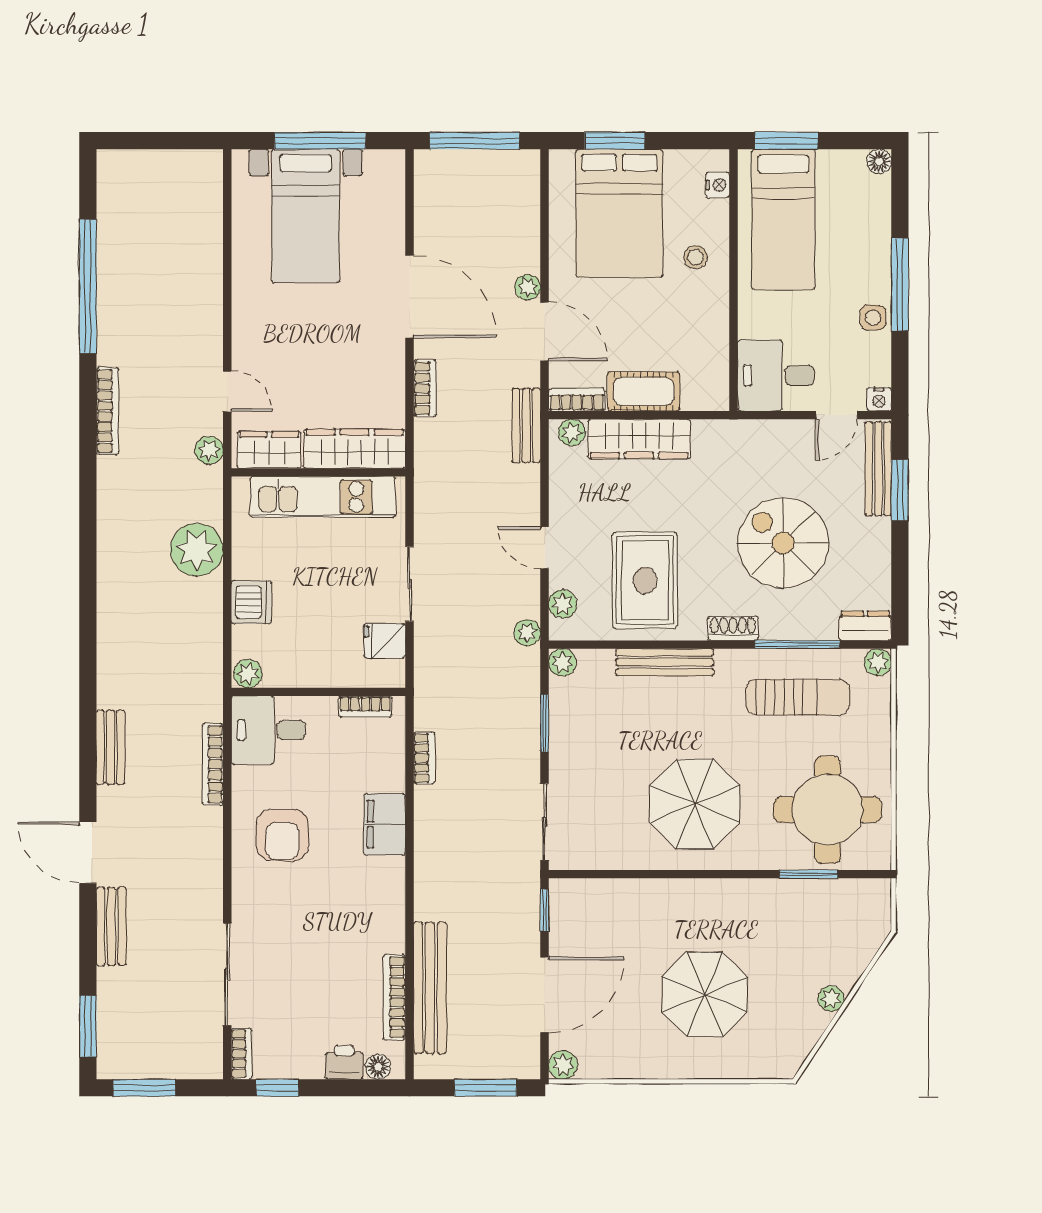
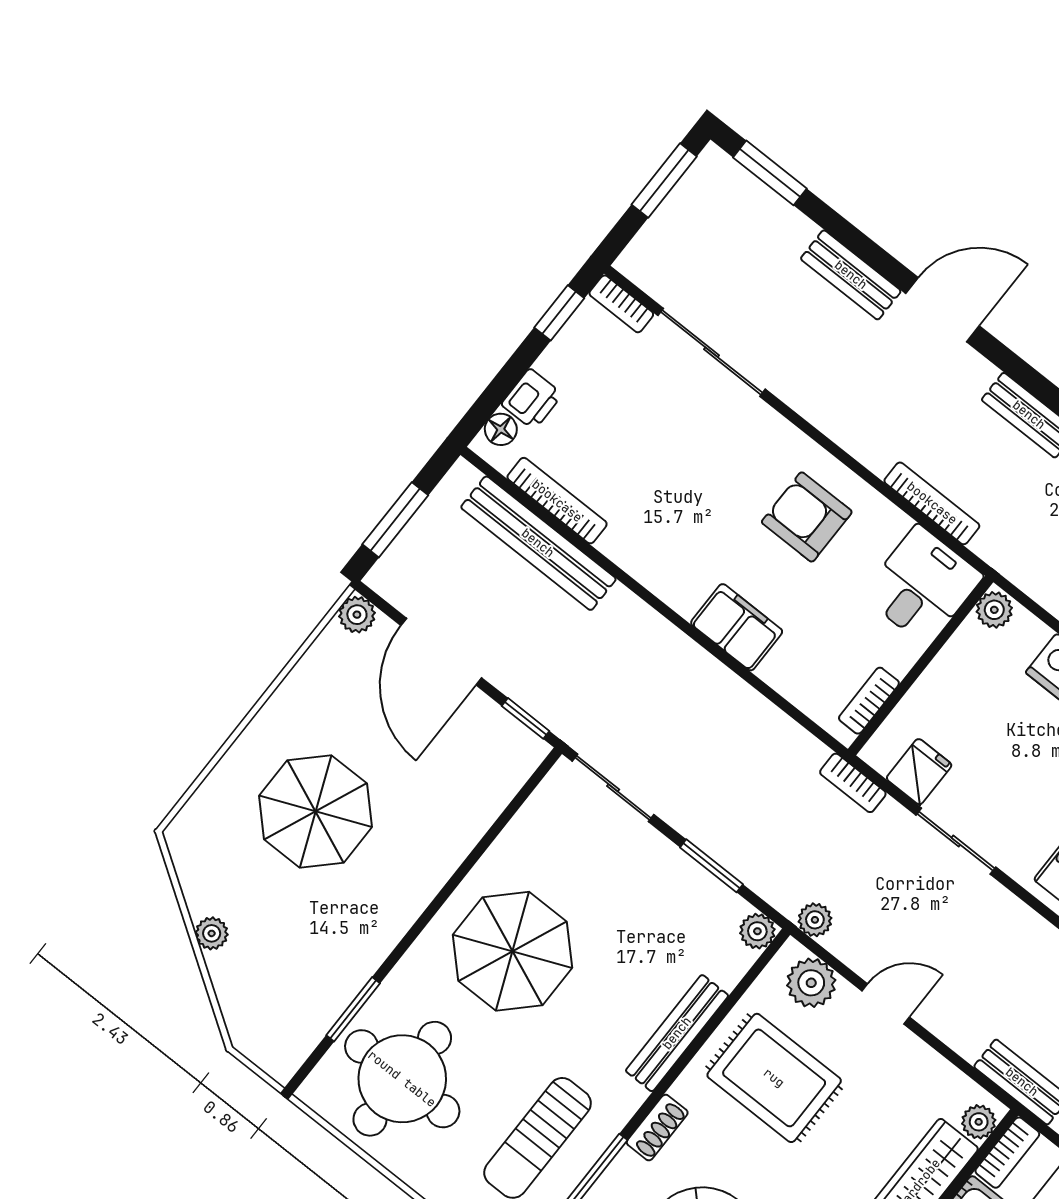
plant: (563, 604) -> (811, 983), width x1.38, depth x1.38
bookcase: (424, 758) -> (853, 783), moved

